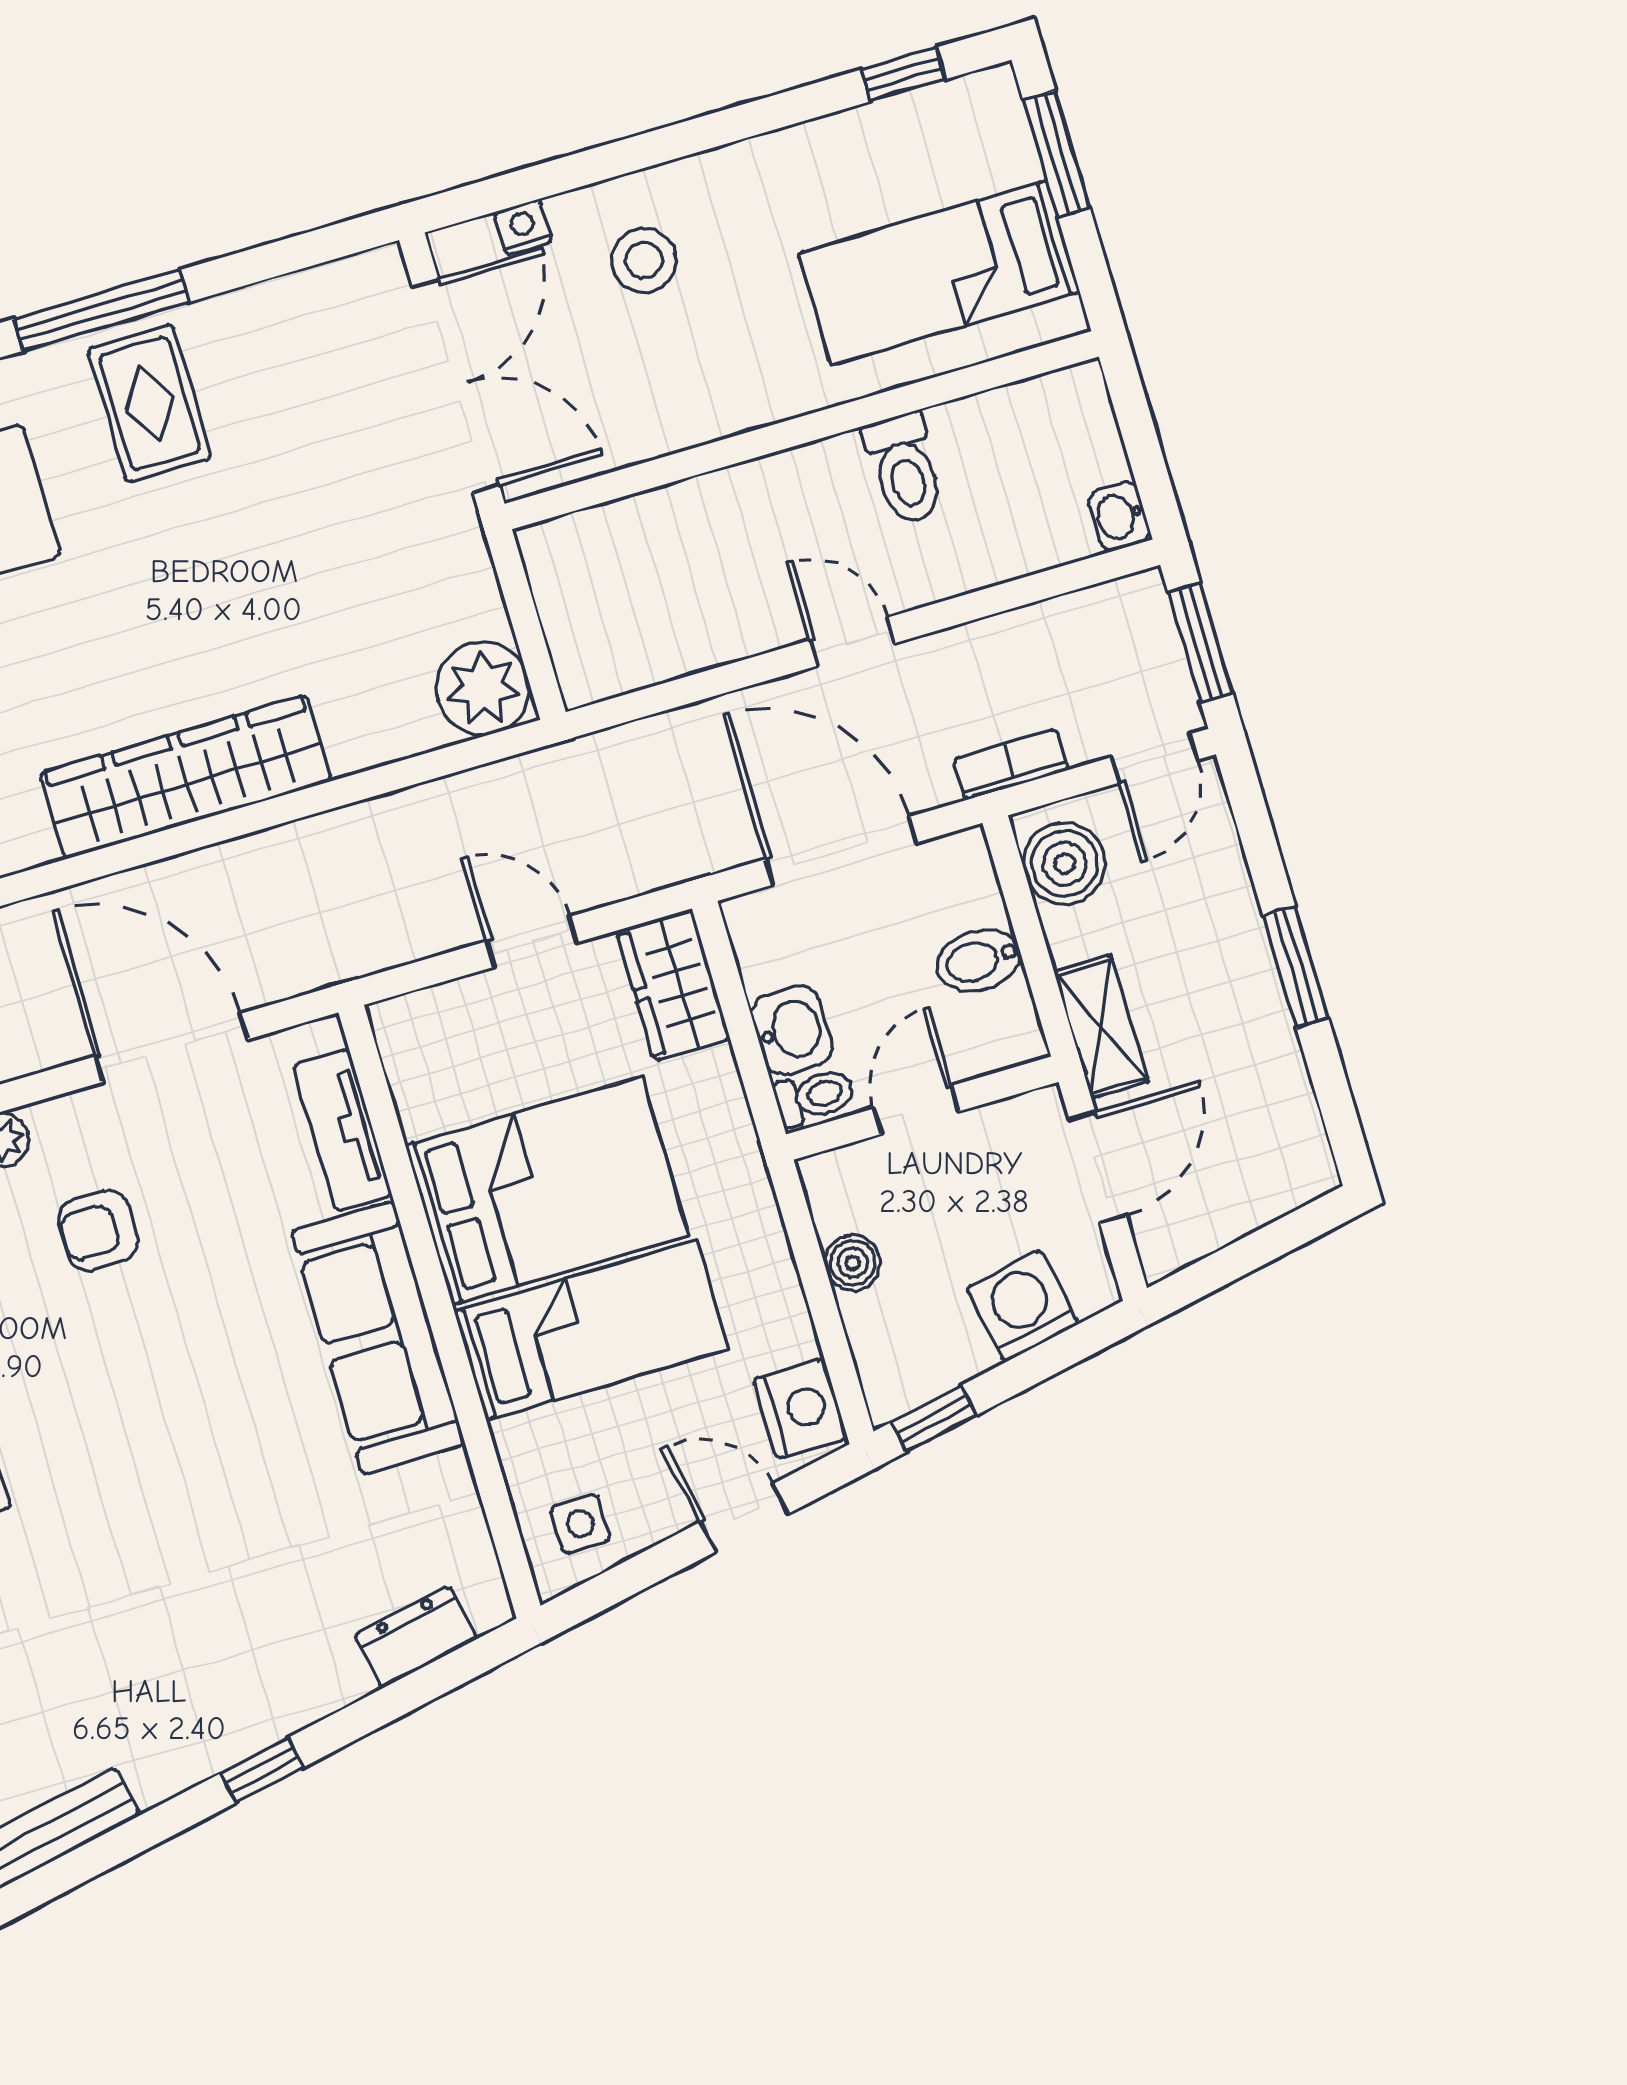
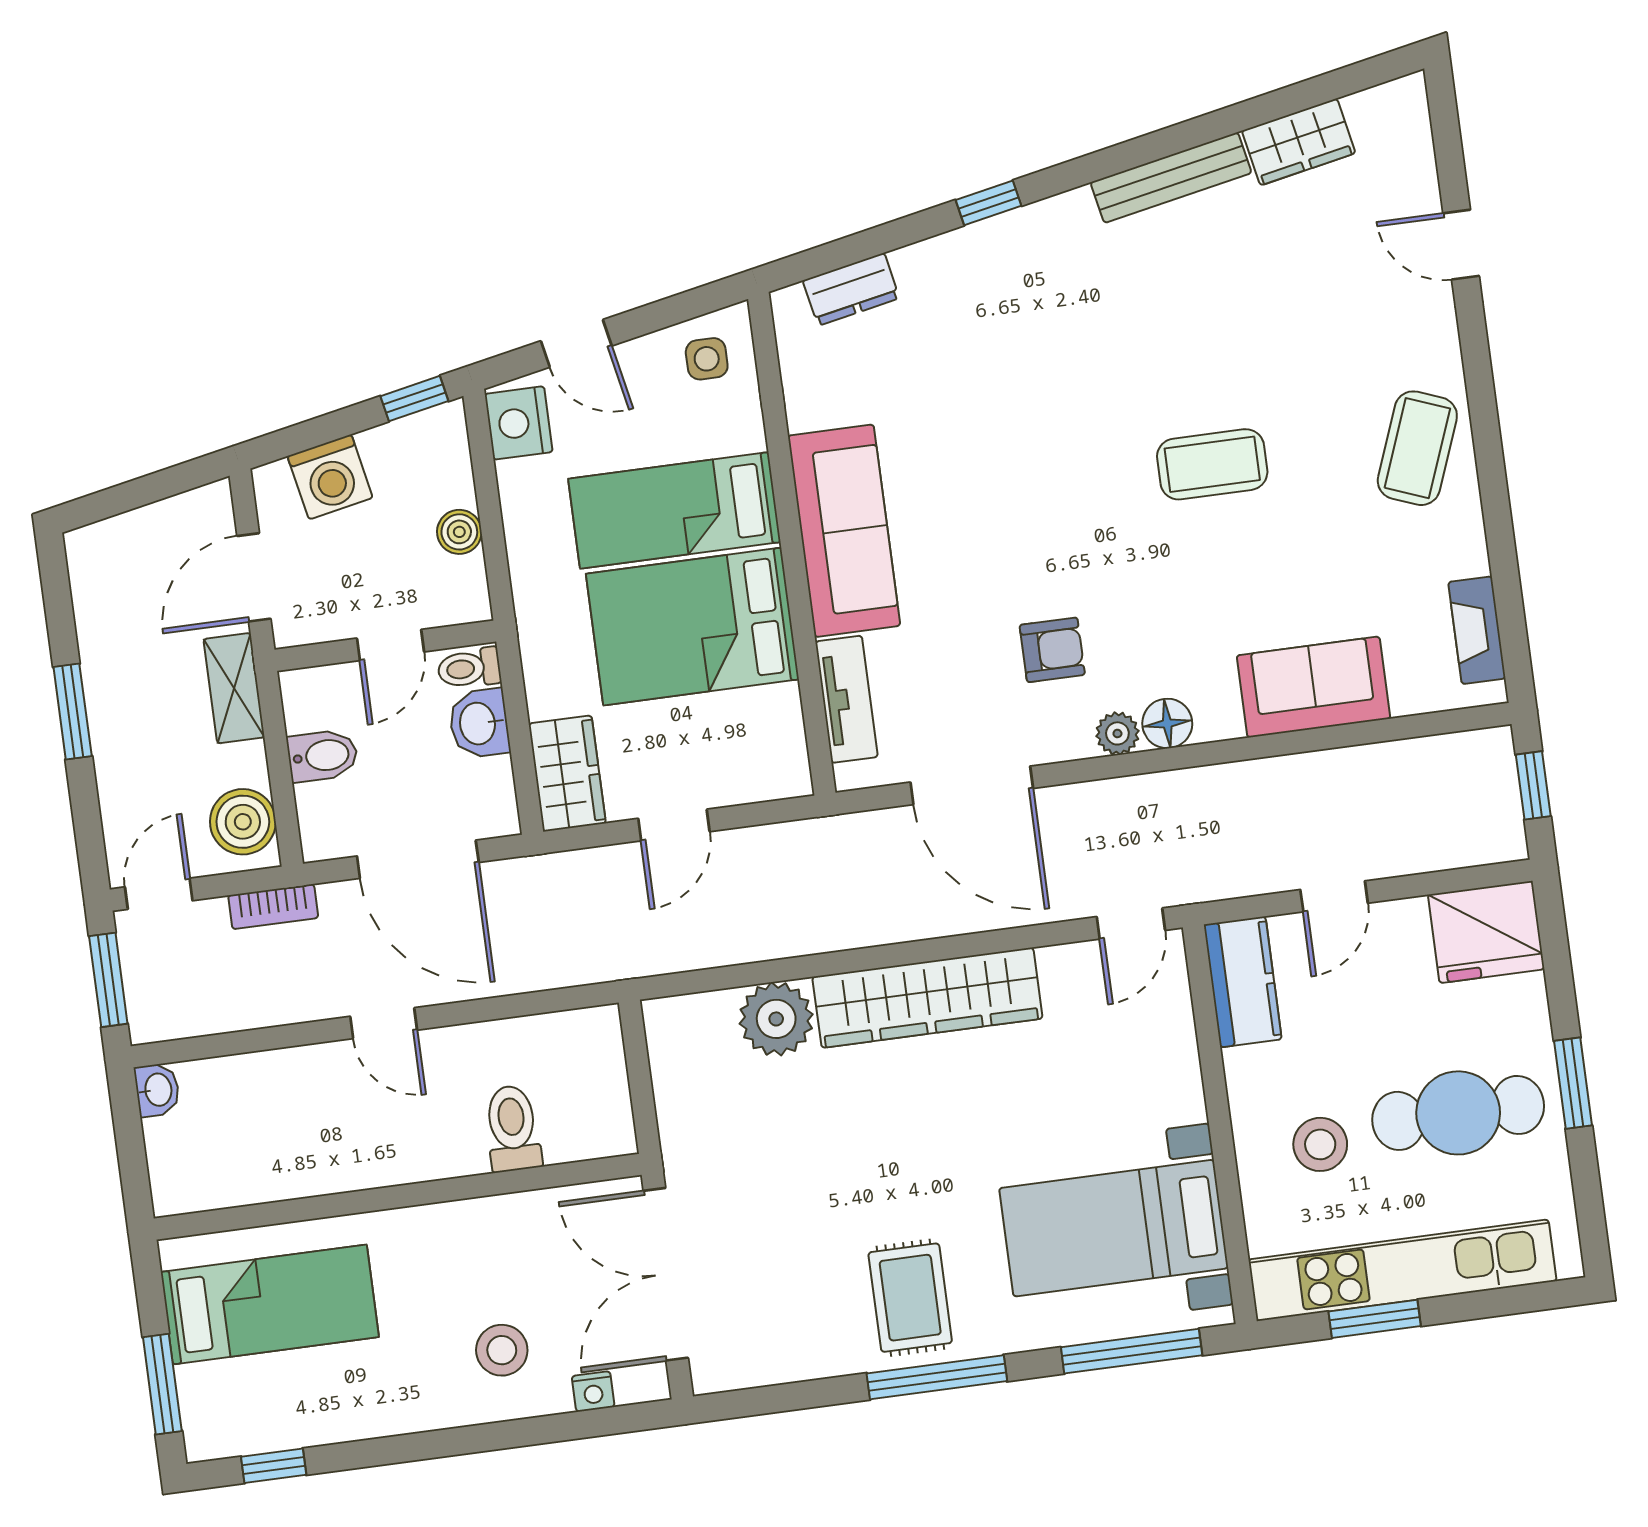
toilet: (904, 468) -> (513, 1128), moved
plant: (483, 688) -> (776, 1019), moved
door: (532, 942) -> (674, 825), hinge flipped

